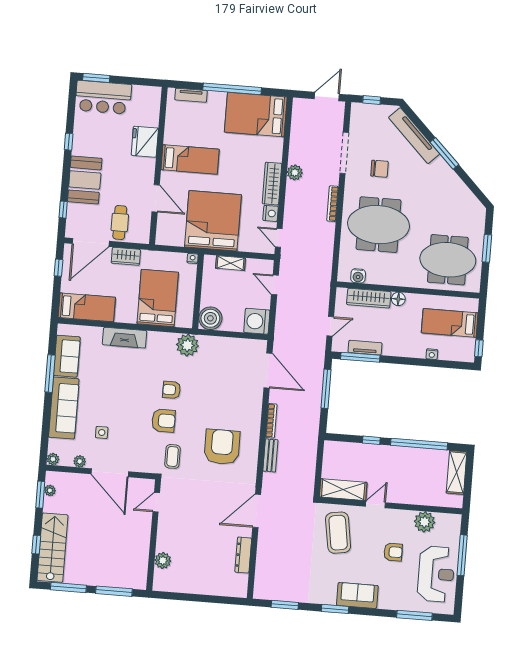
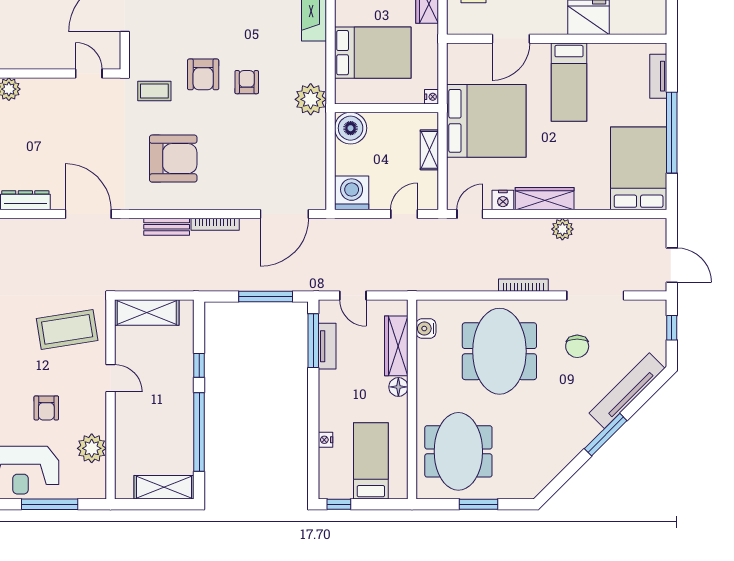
shelving: (343, 490) -> (147, 312), moved, turned 90

